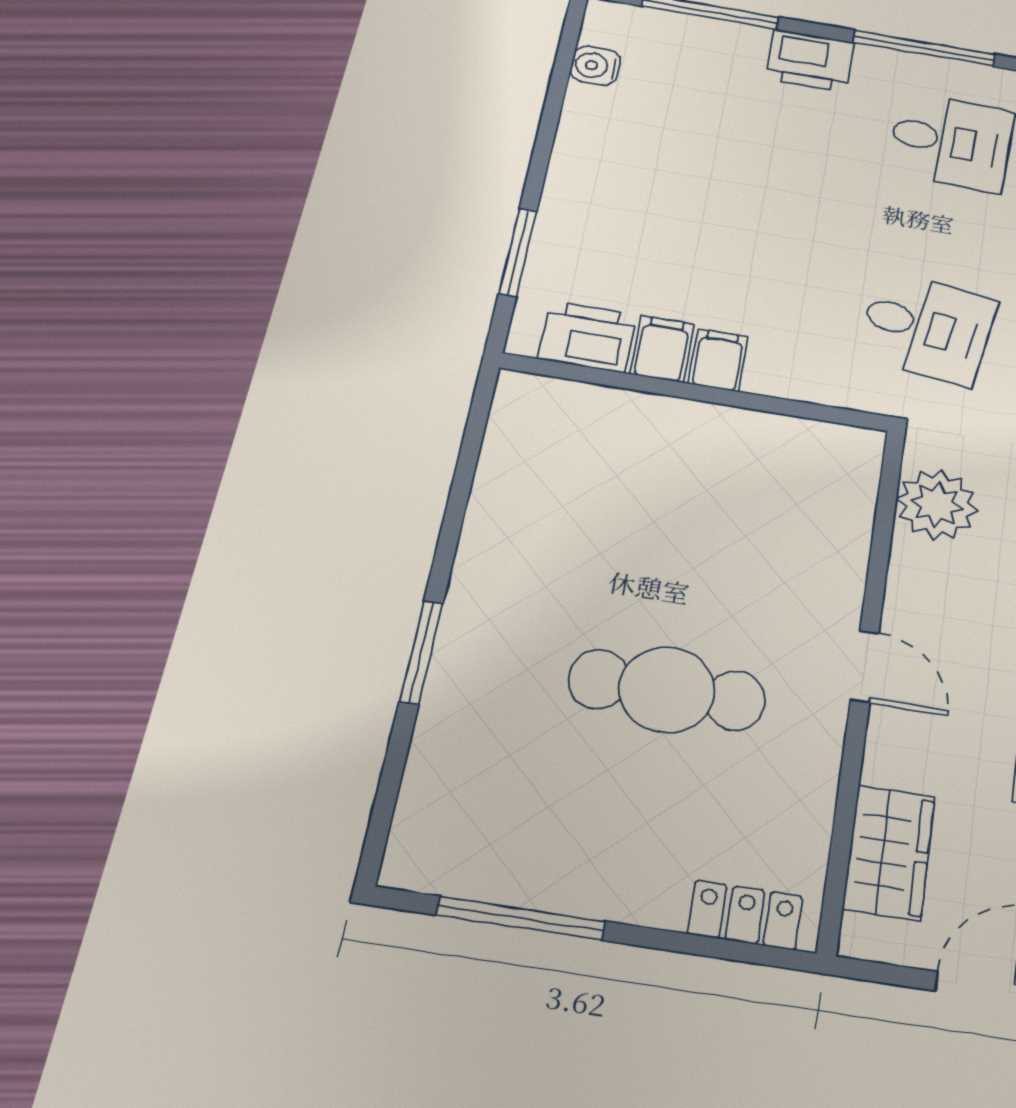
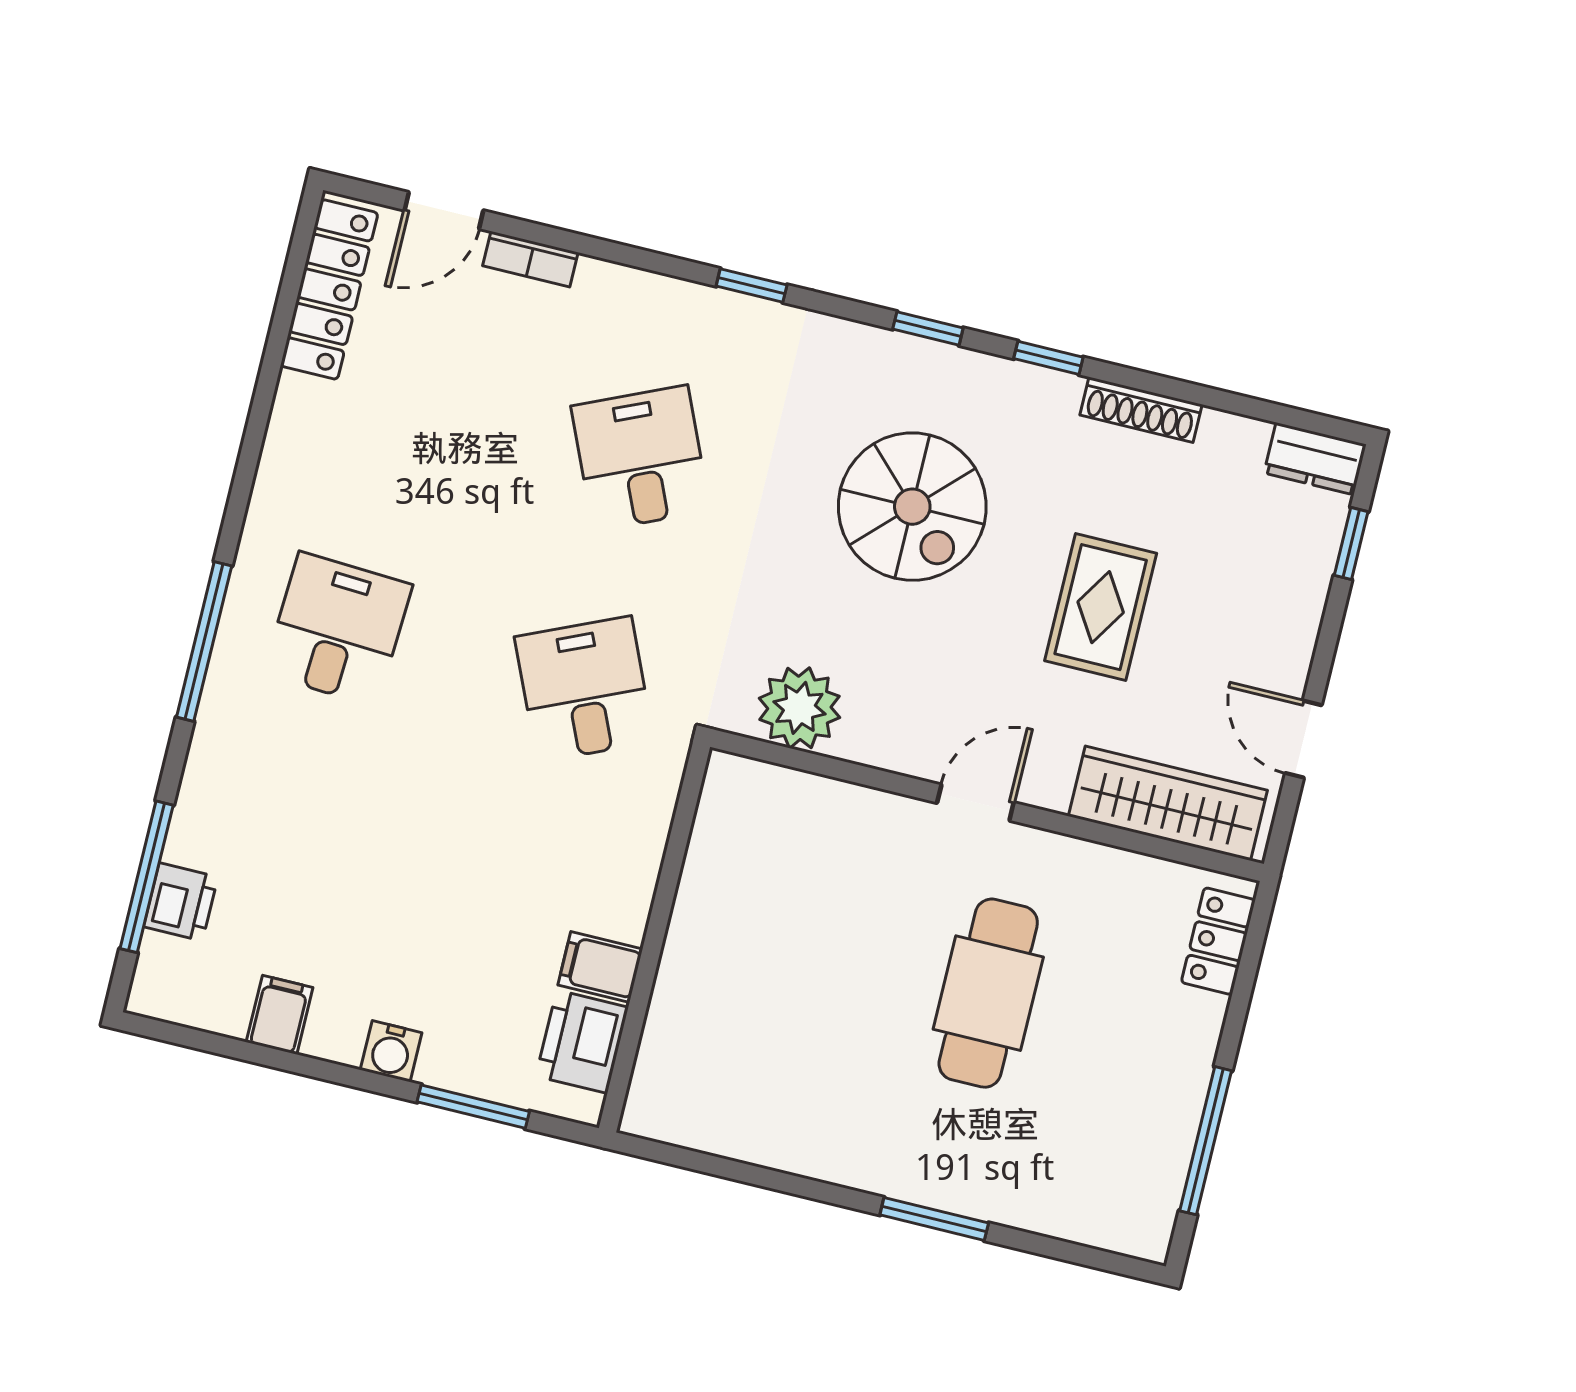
printer: (810, 61) -> (181, 902), moved, width x0.73, depth x0.81
water cooler: (595, 66) -> (391, 1051), moved
desk: (927, 327) -> (584, 689), turned -33
filing cabinet: (718, 360) -> (280, 1015), moved, turned 90
wardrobe: (889, 852) -> (1168, 803), width x1.50

